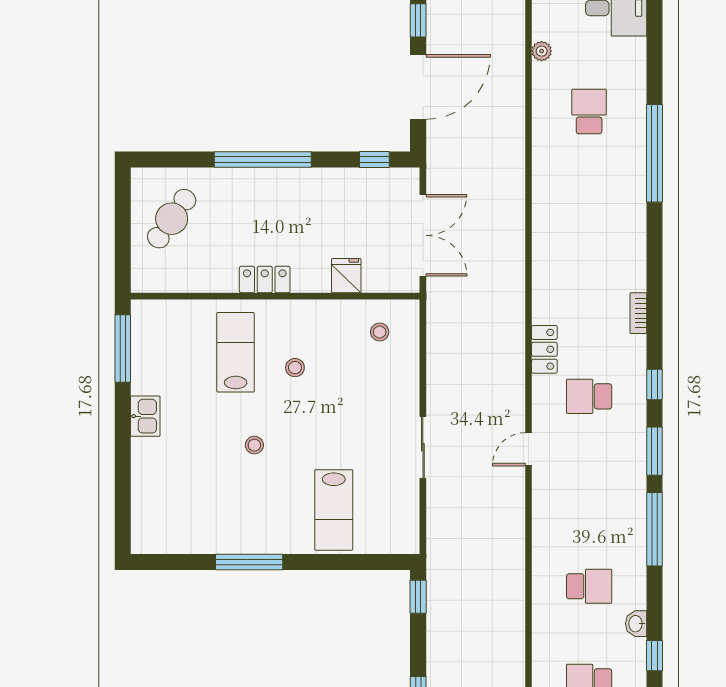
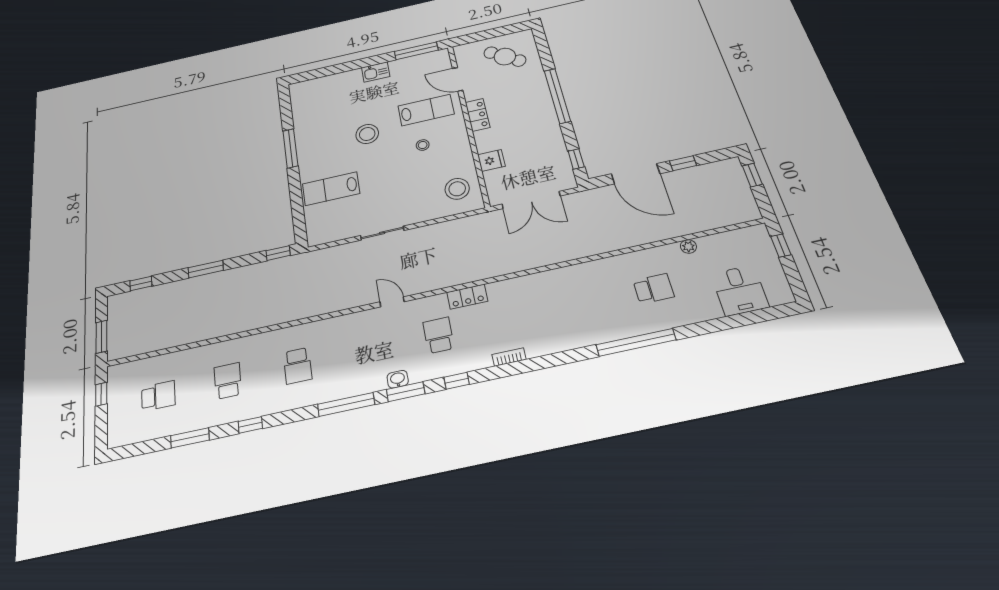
door: (194, 296) -> (458, 79), added
stool: (380, 332) -> (457, 189), width x1.89, depth x1.89
stool: (254, 445) -> (367, 134), width x1.89, depth x1.89
washbasin: (636, 624) -> (398, 379), moved

